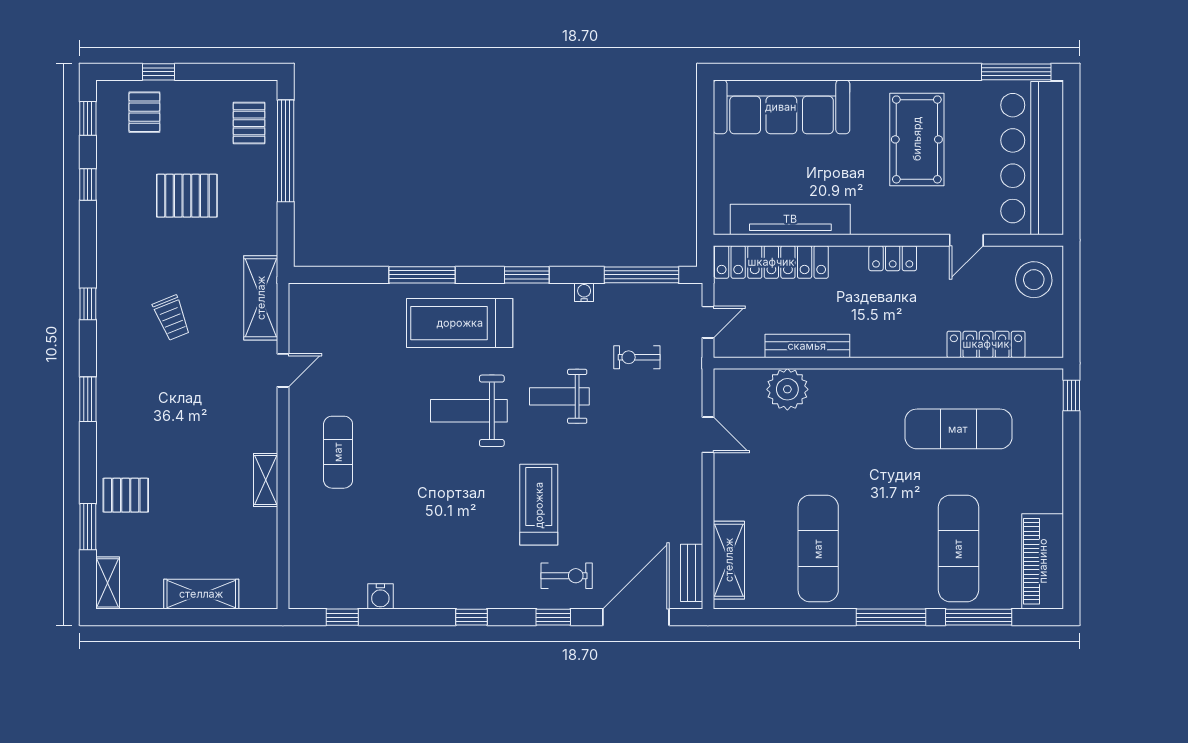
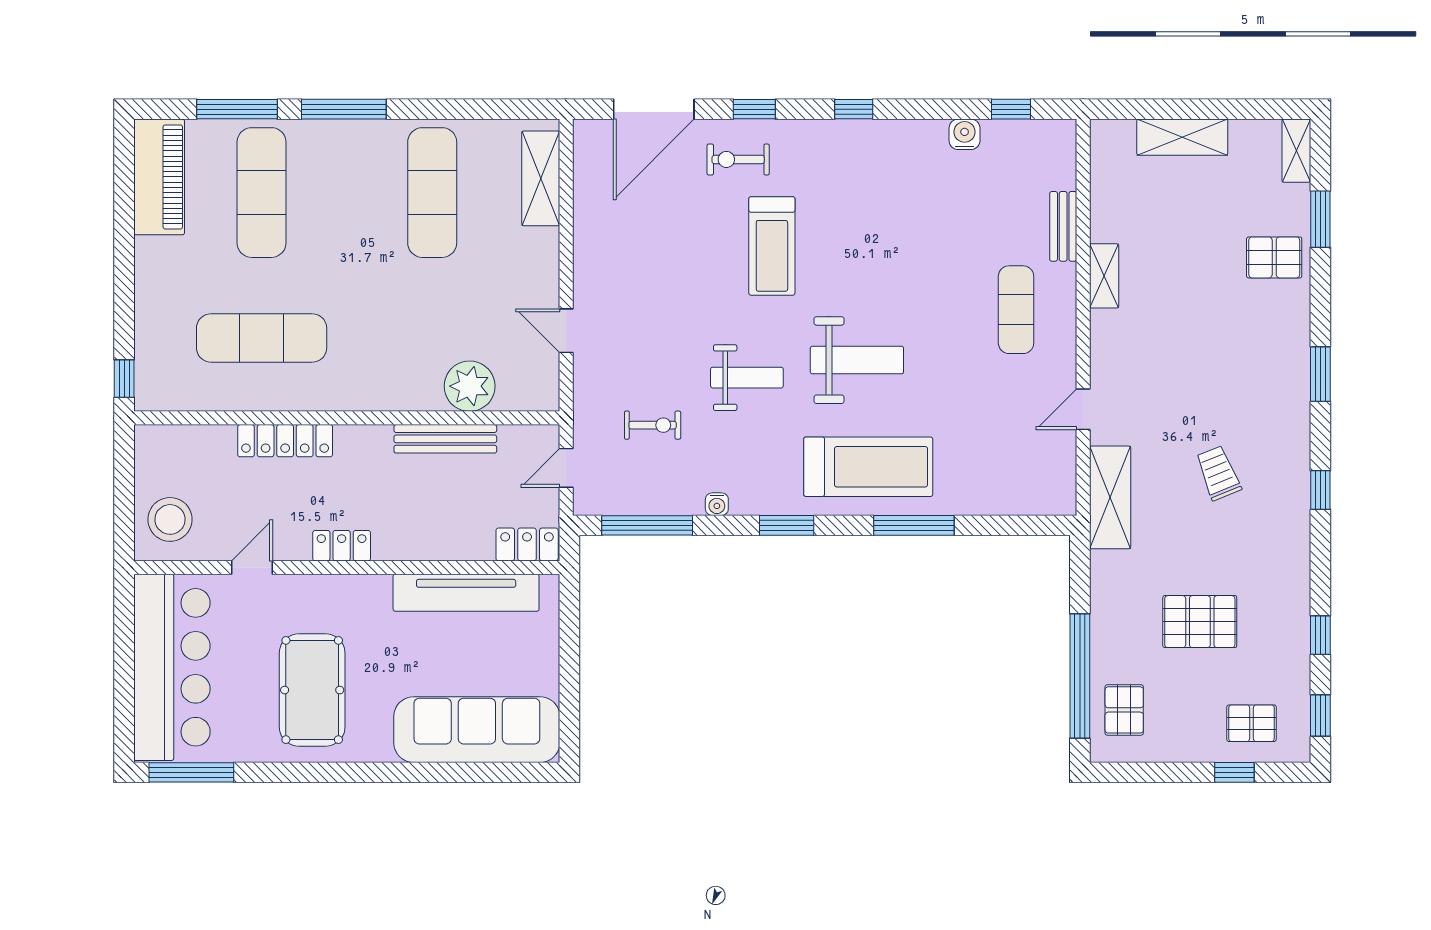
pallet: (144, 112) -> (1252, 723), turned 90
locker: (771, 262) -> (527, 544), width x0.46, depth x0.83
locker: (986, 344) -> (285, 441), moved
bench: (692, 573) -> (1063, 226), moved

